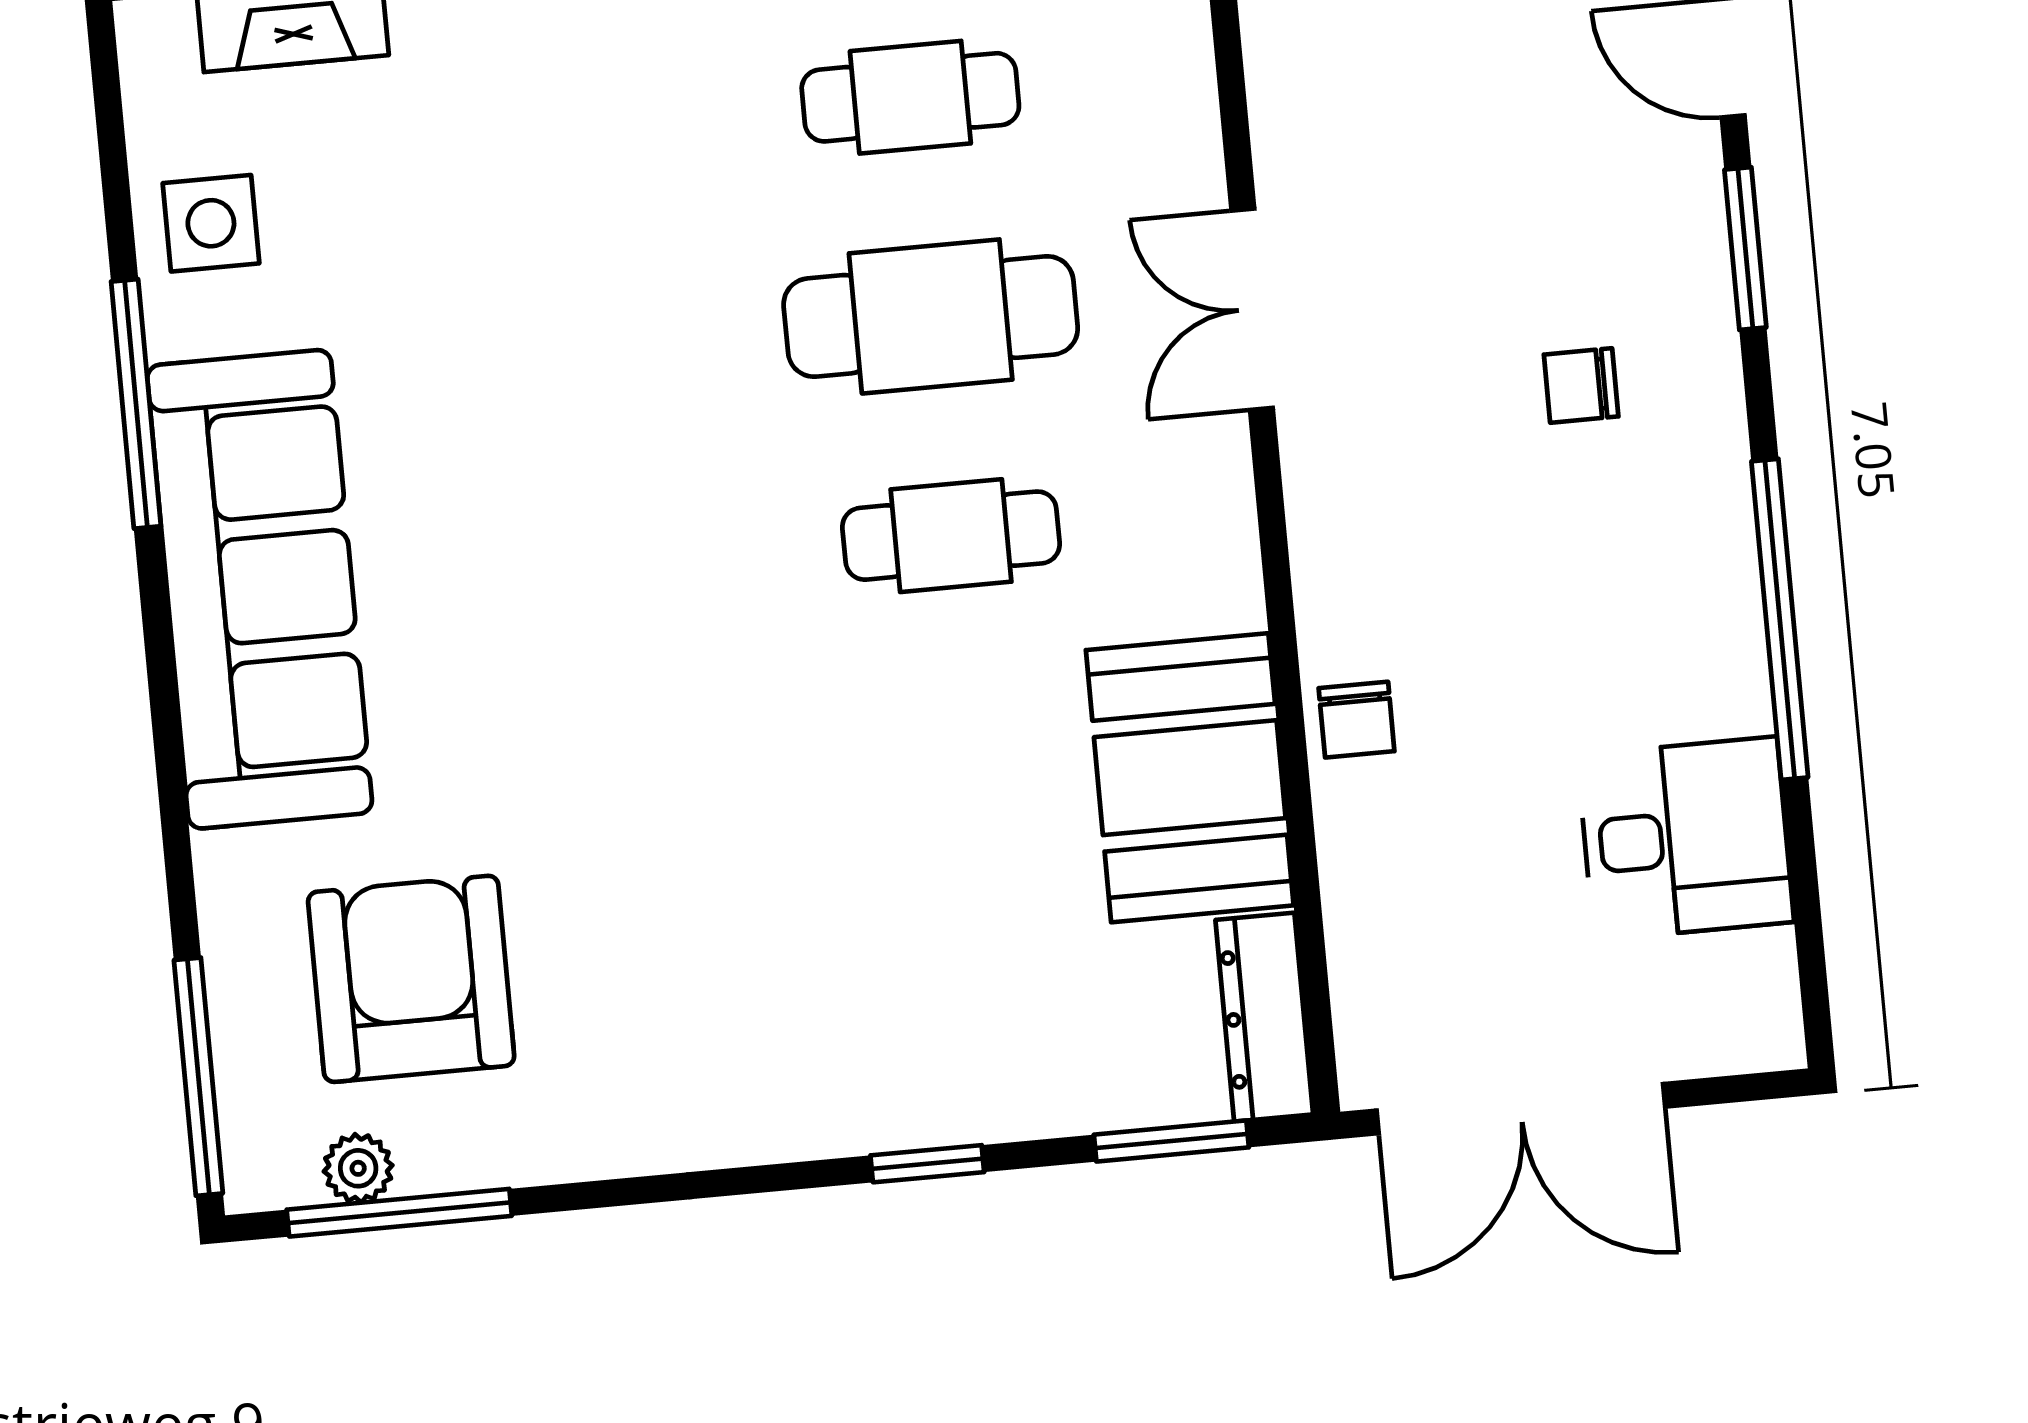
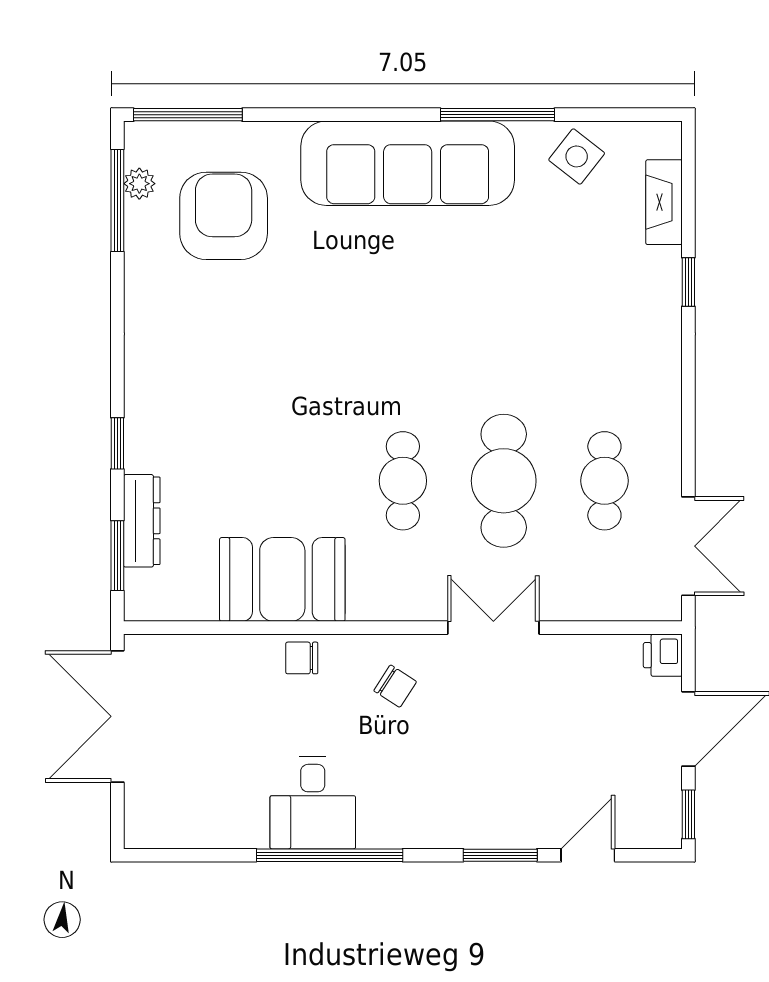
side table: (211, 223) -> (577, 156), turned 38
chair: (1581, 386) -> (395, 686), moved, turned 123
desk: (1685, 838) -> (313, 803), moved
armchair: (411, 979) -> (224, 216), turned -90
dresser: (1264, 1017) -> (142, 521), moved, turned 90

